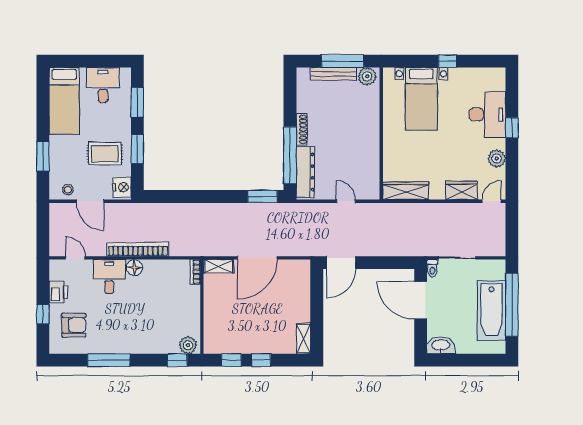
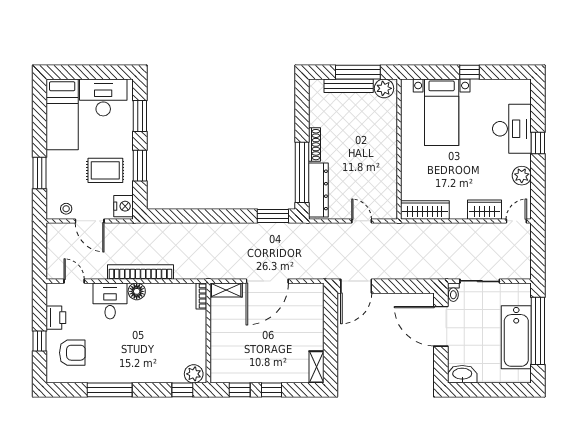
desk: (103, 85) -> (103, 97), width x1.37

